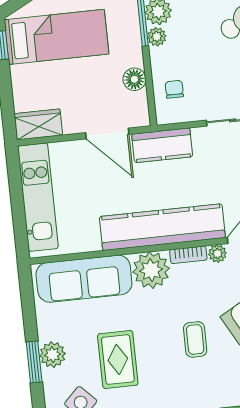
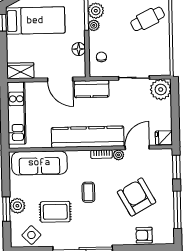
plant: (151, 270) -> (79, 161), removed
coffee table: (195, 339) -> (88, 192), moved
rug: (118, 360) -> (55, 212), turned 90

